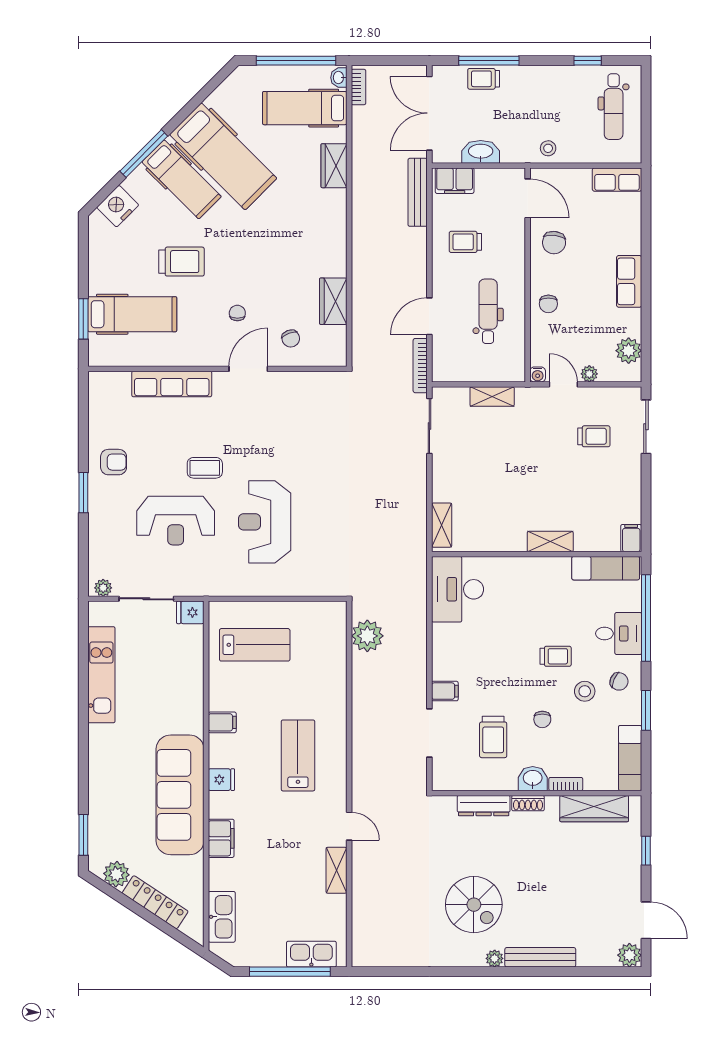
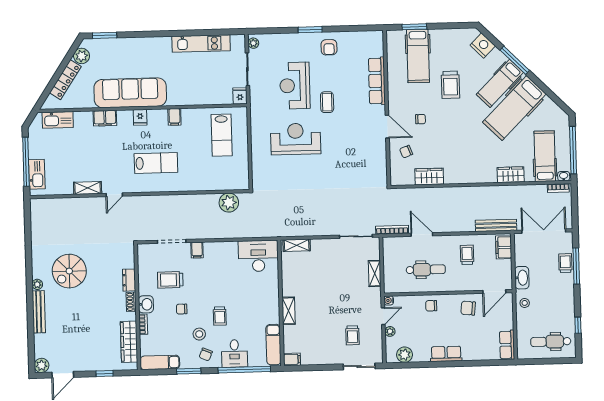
washbasin: (481, 152) -> (522, 278), moved
dresser: (484, 806) -> (129, 280), width x0.70

